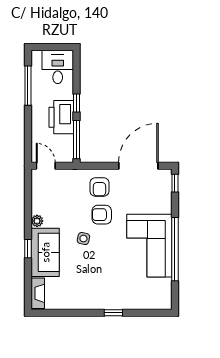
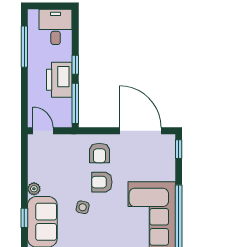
door: (138, 166) -> (140, 131), hinge flipped

